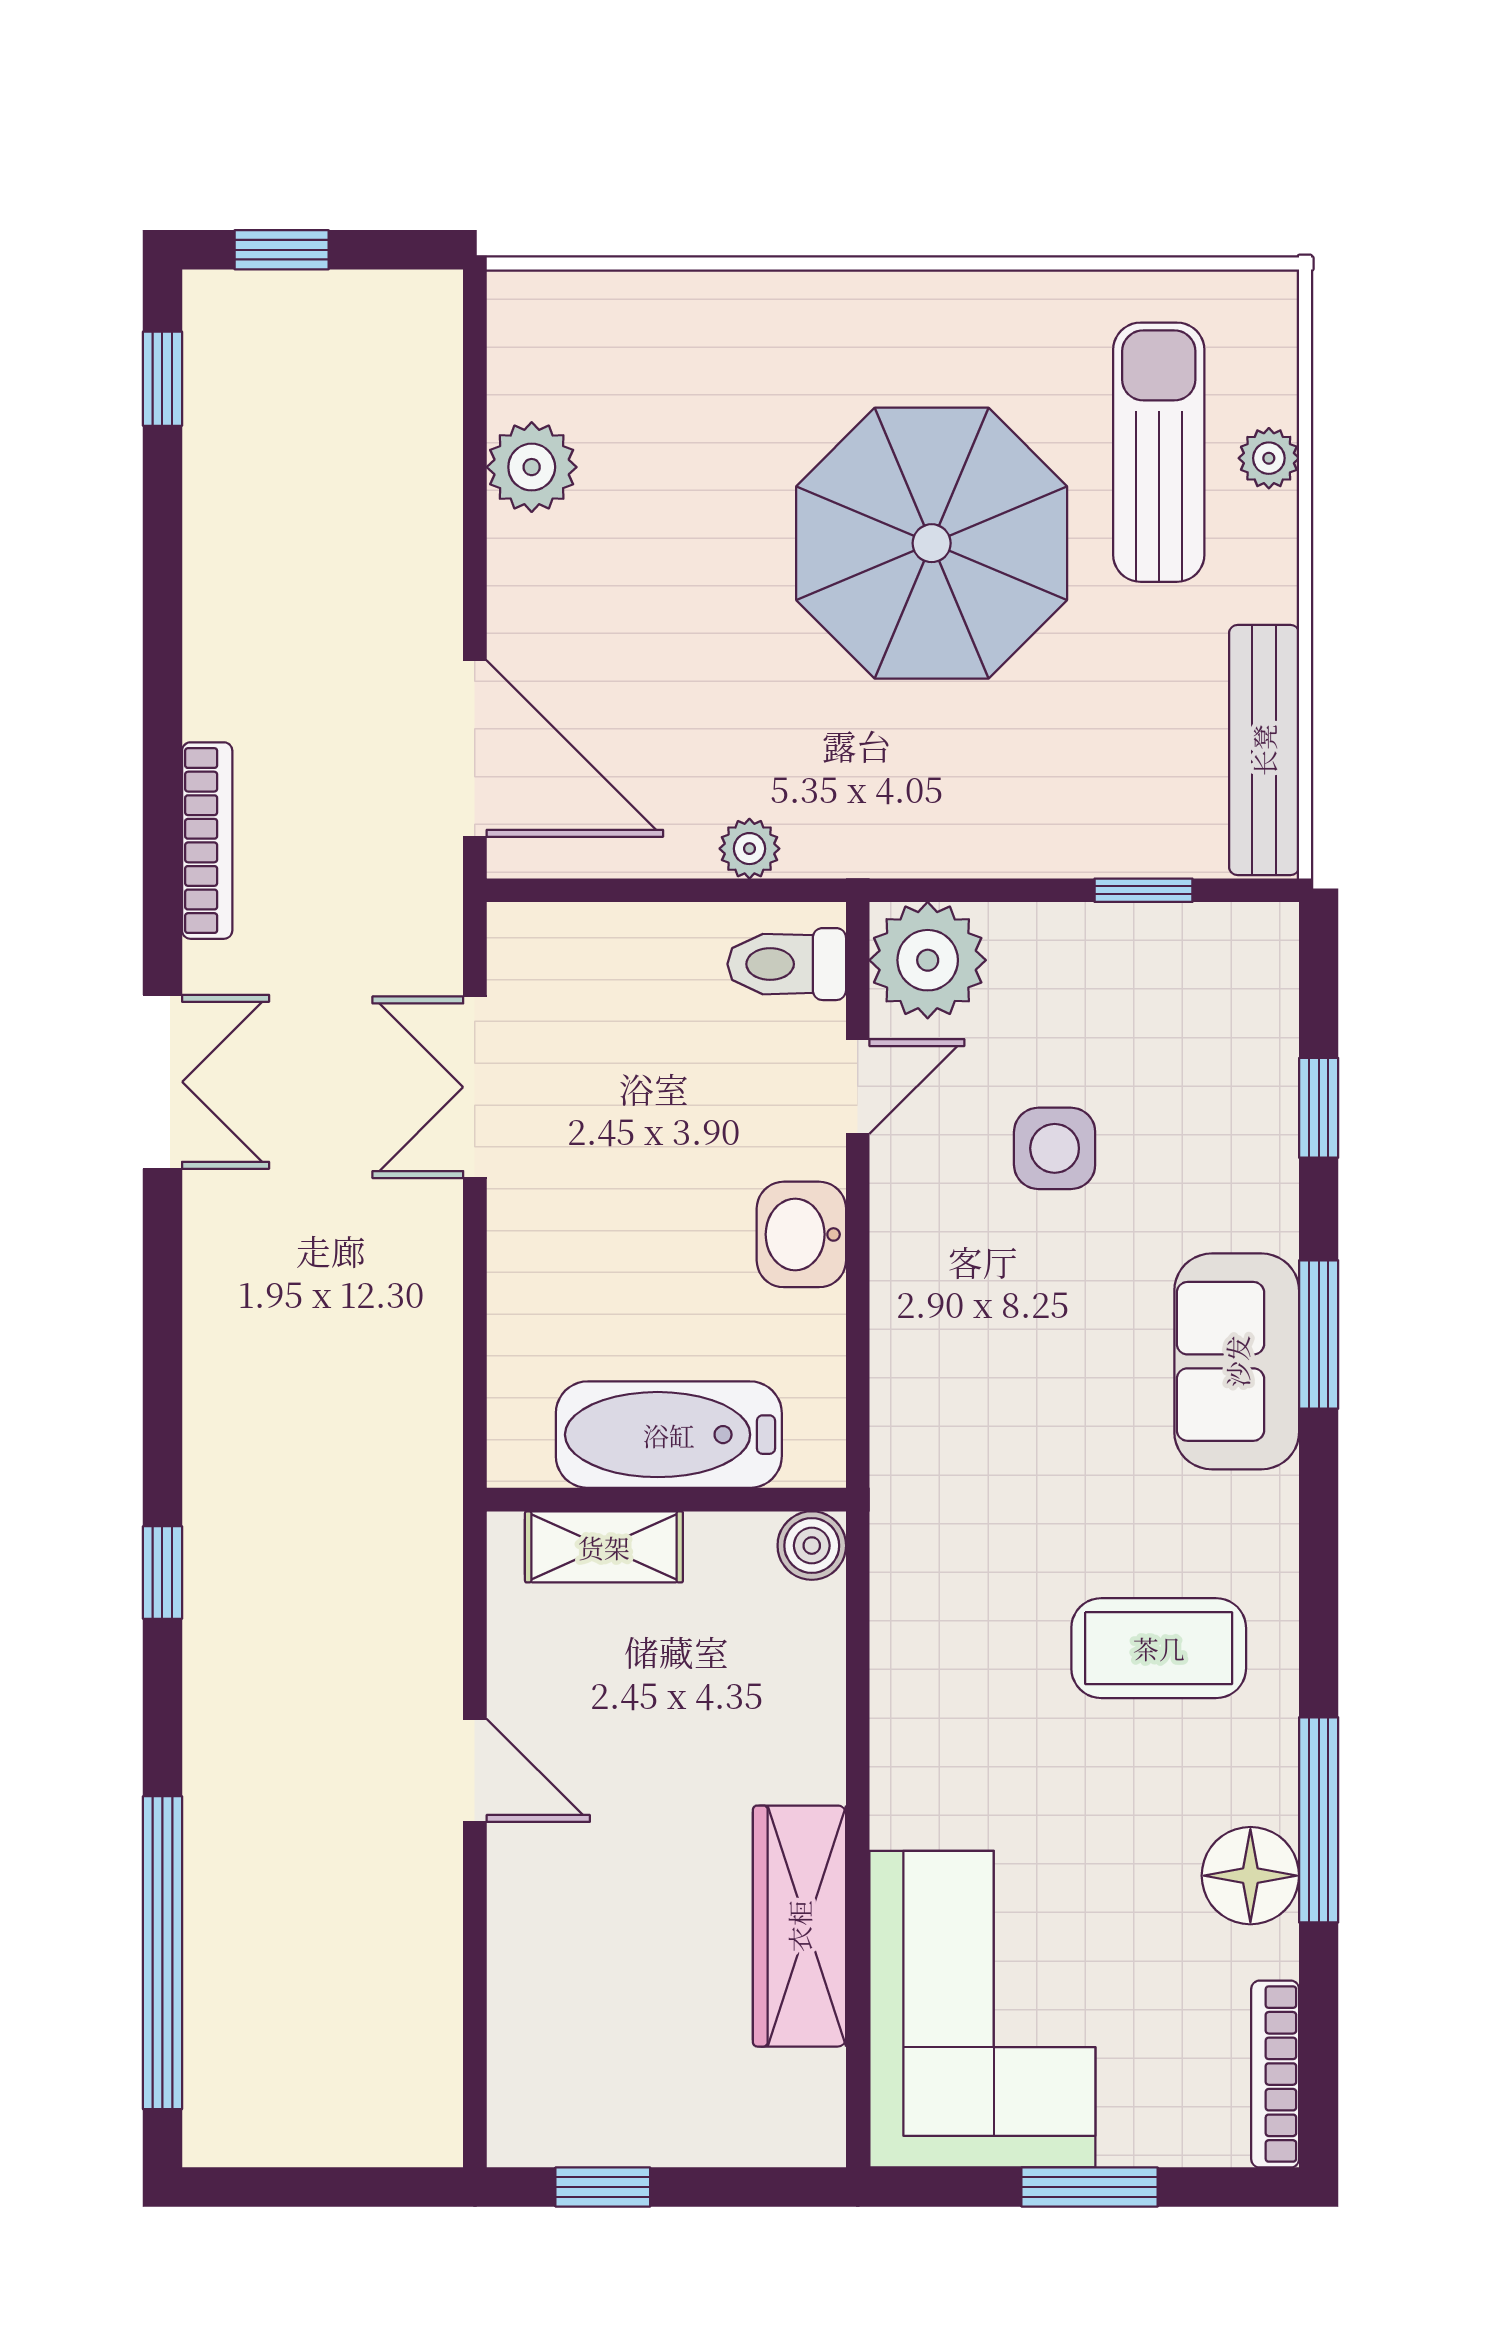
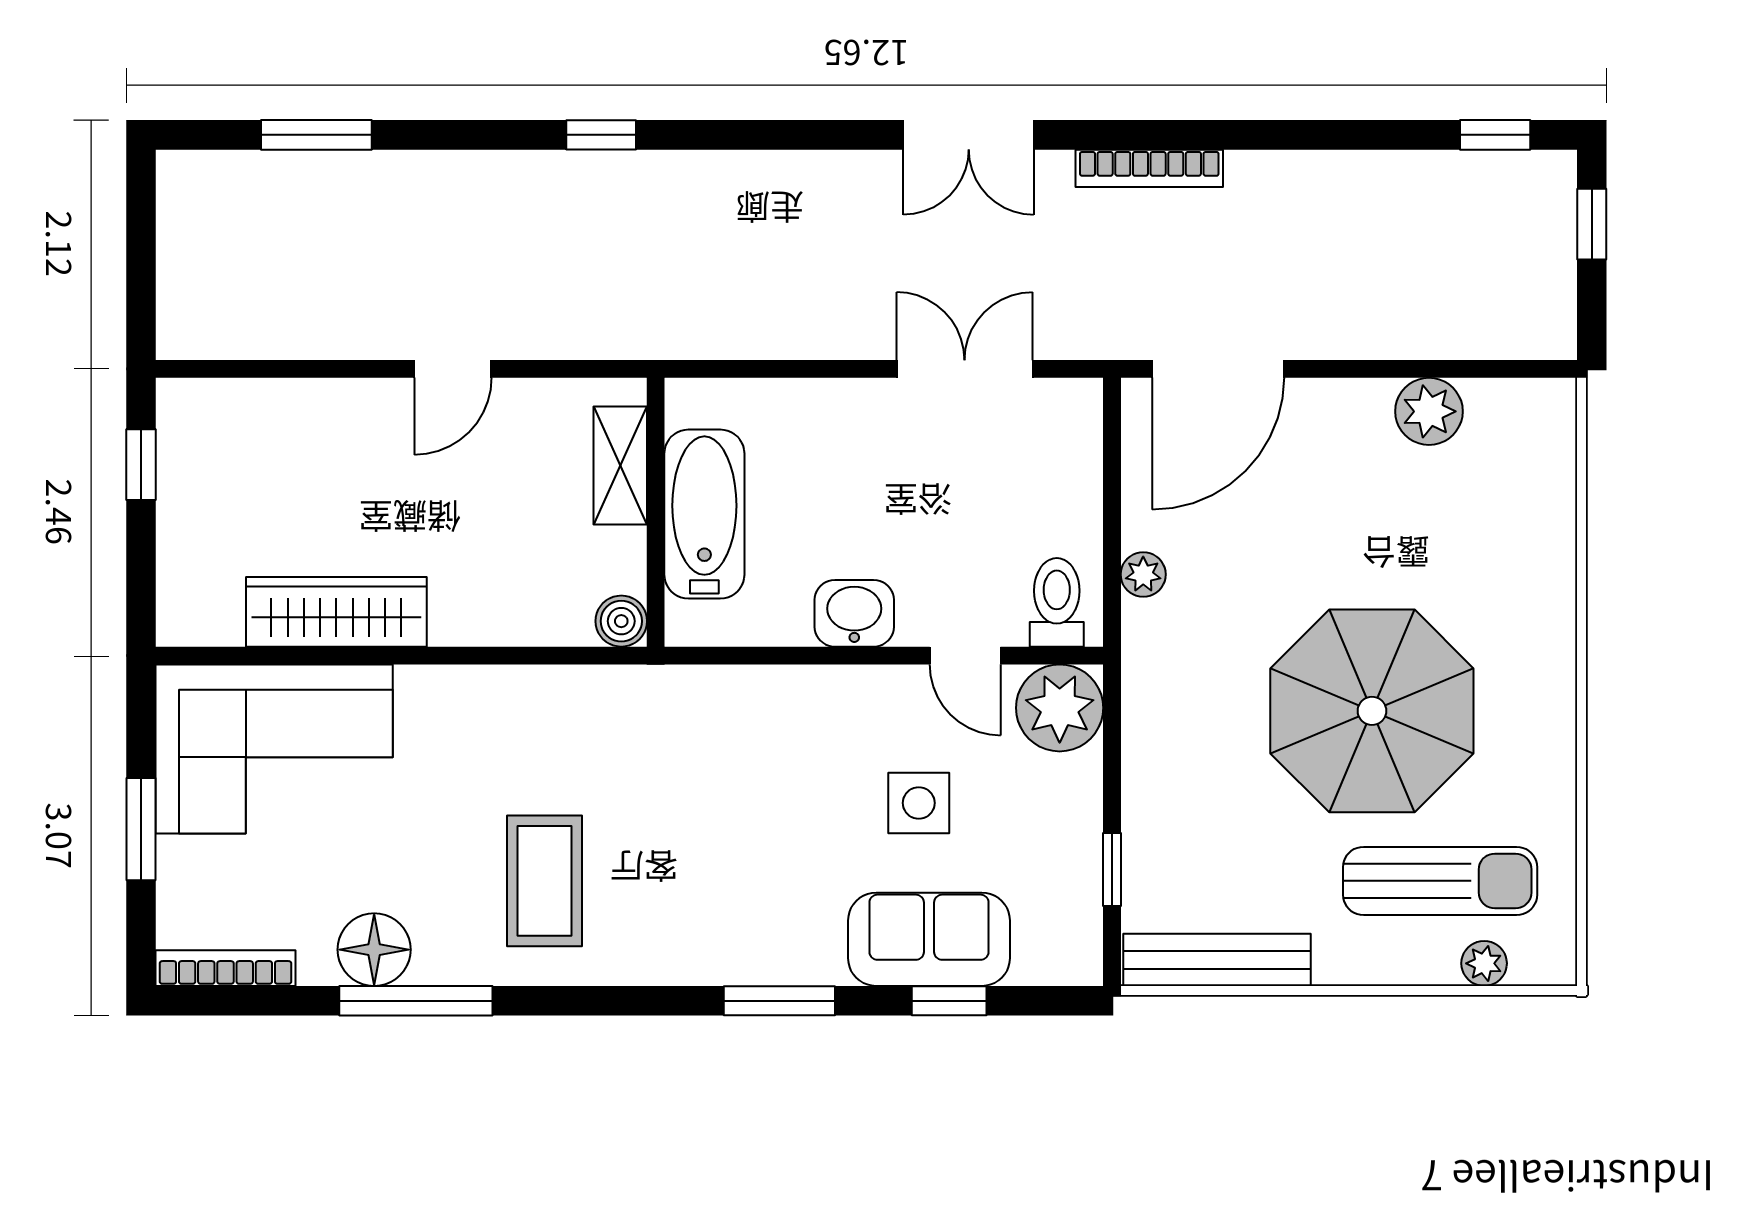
plant: (1269, 458) -> (1484, 963), moved
sofa: (1237, 1361) -> (929, 939), moved
window: (162, 1953) -> (316, 135), width x0.47

